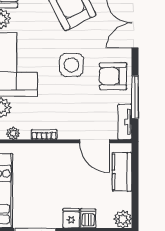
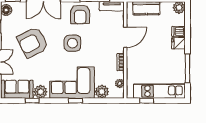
door: (95, 141) -> (125, 37), moved

